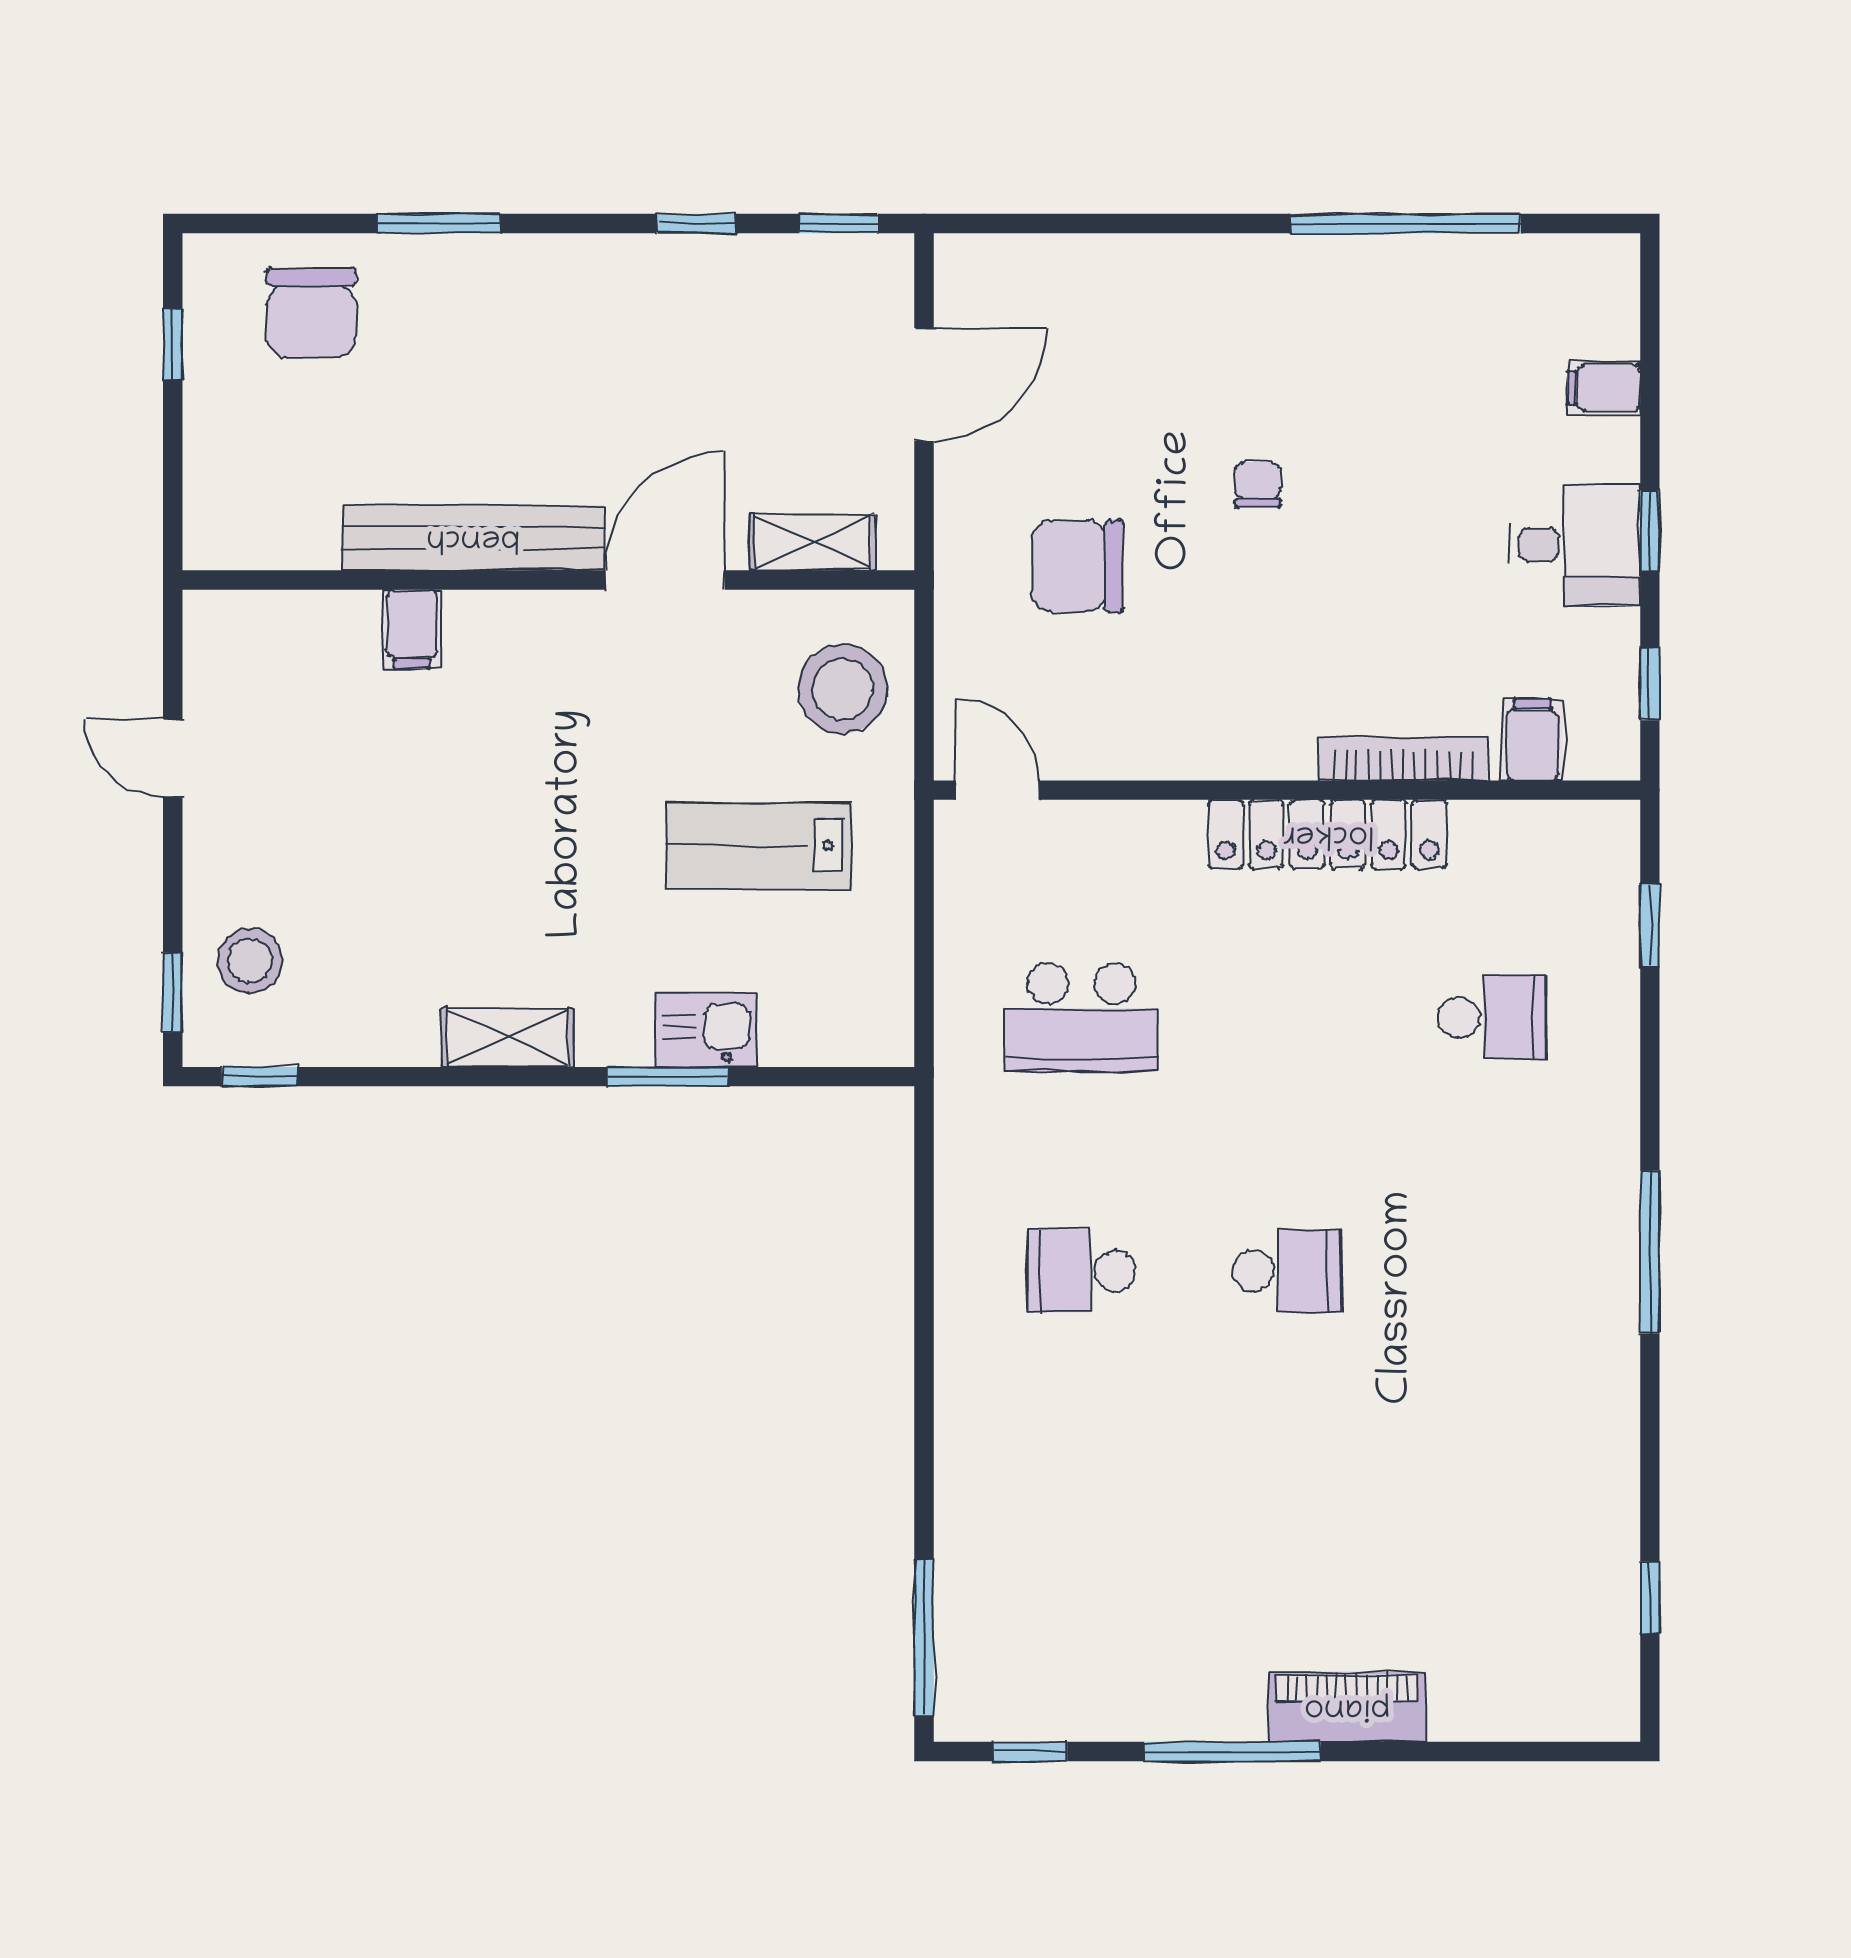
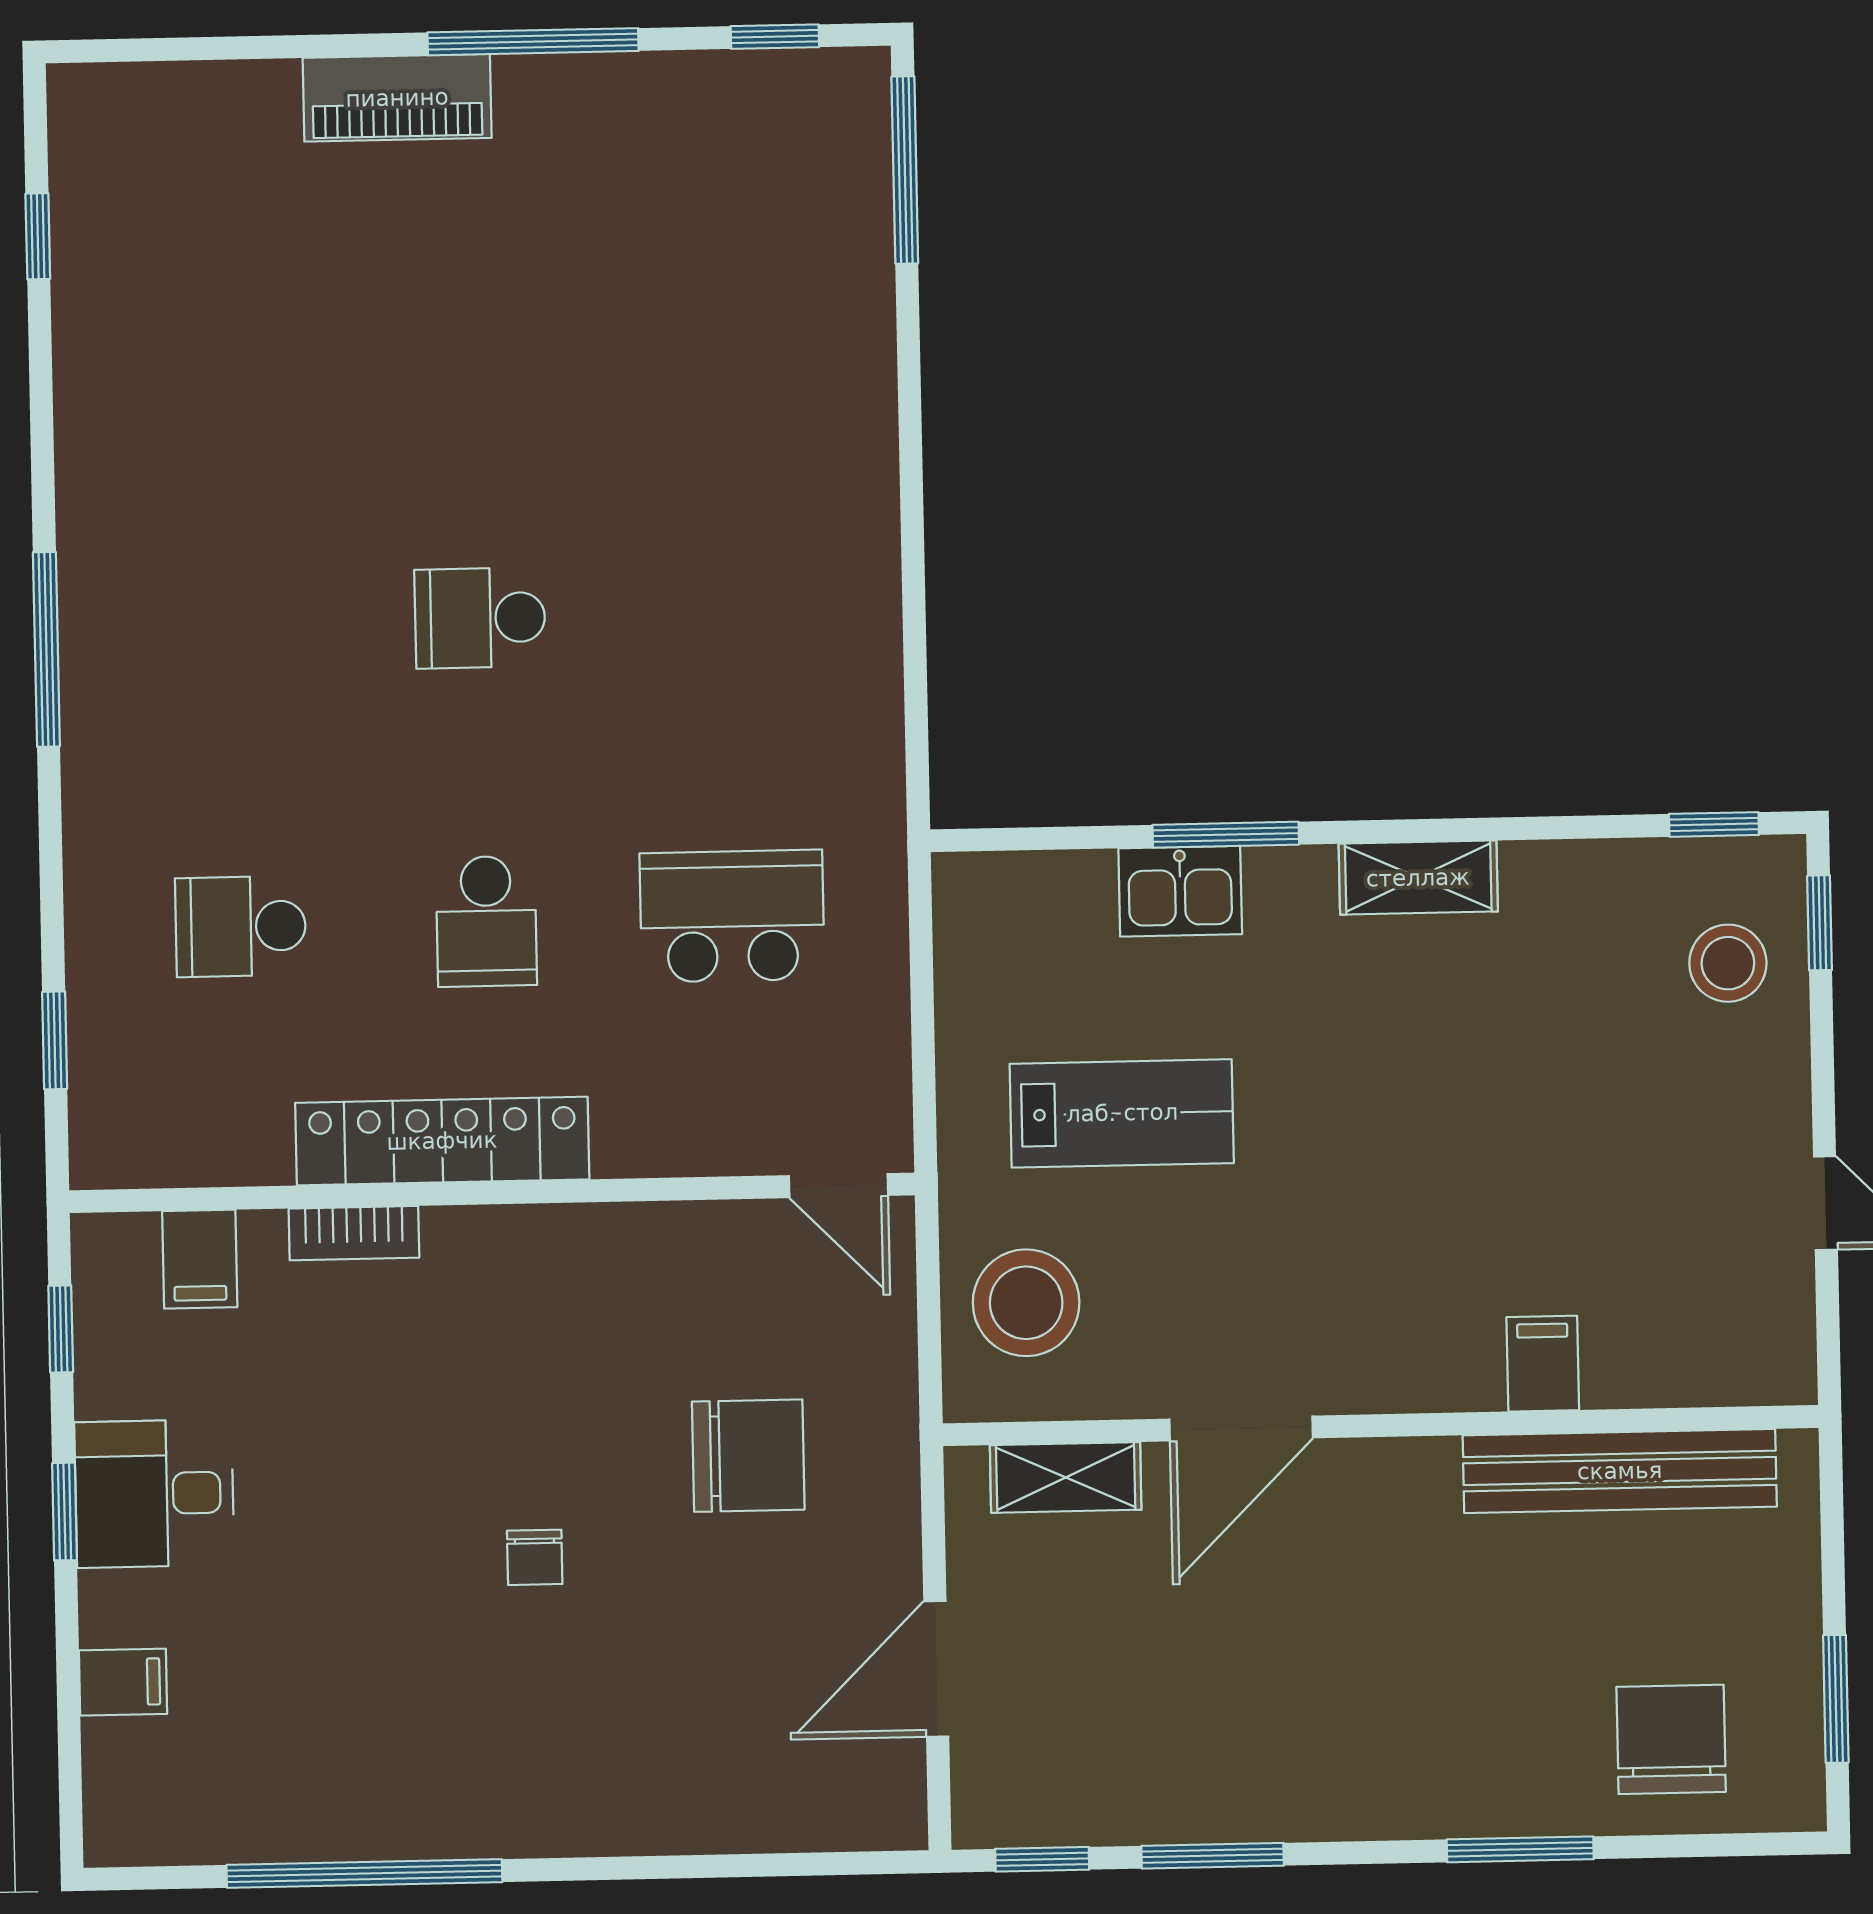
window: (696, 223) -> (1213, 1856), width x1.50
window: (173, 344) -> (1836, 1699), width x1.50
bench: (473, 538) -> (1620, 1471), moved
bookcase: (1403, 759) -> (354, 1233), width x0.64
school desk: (1081, 1271) -> (486, 921), moved, turned 90

